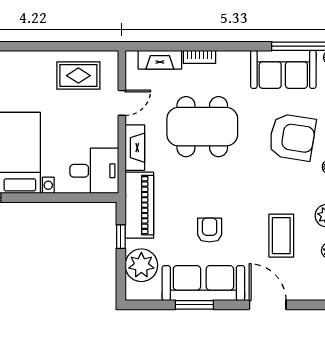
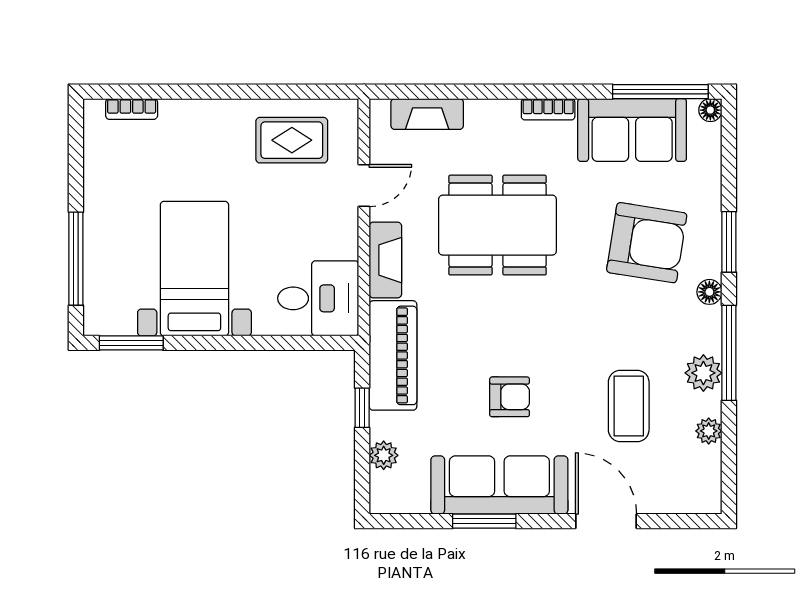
bookcase: (200, 57) -> (548, 109), moved
armchair: (210, 230) -> (510, 397), turned 90
plant: (141, 265) -> (384, 455), width x0.53, depth x0.53

